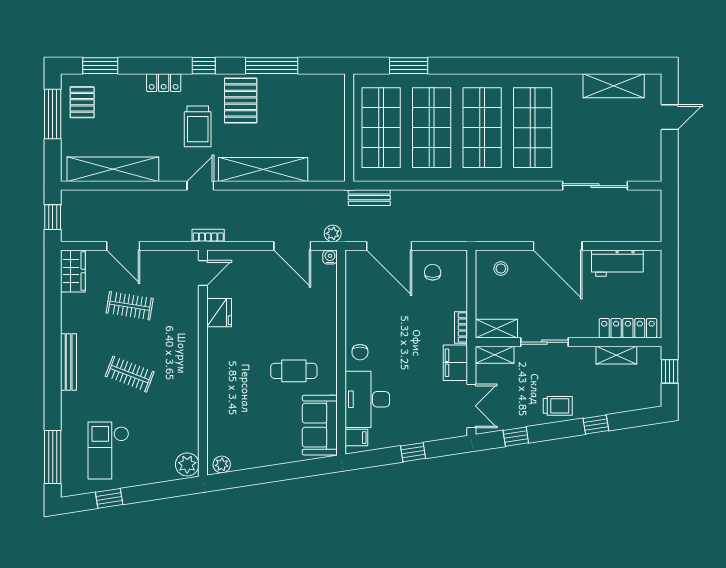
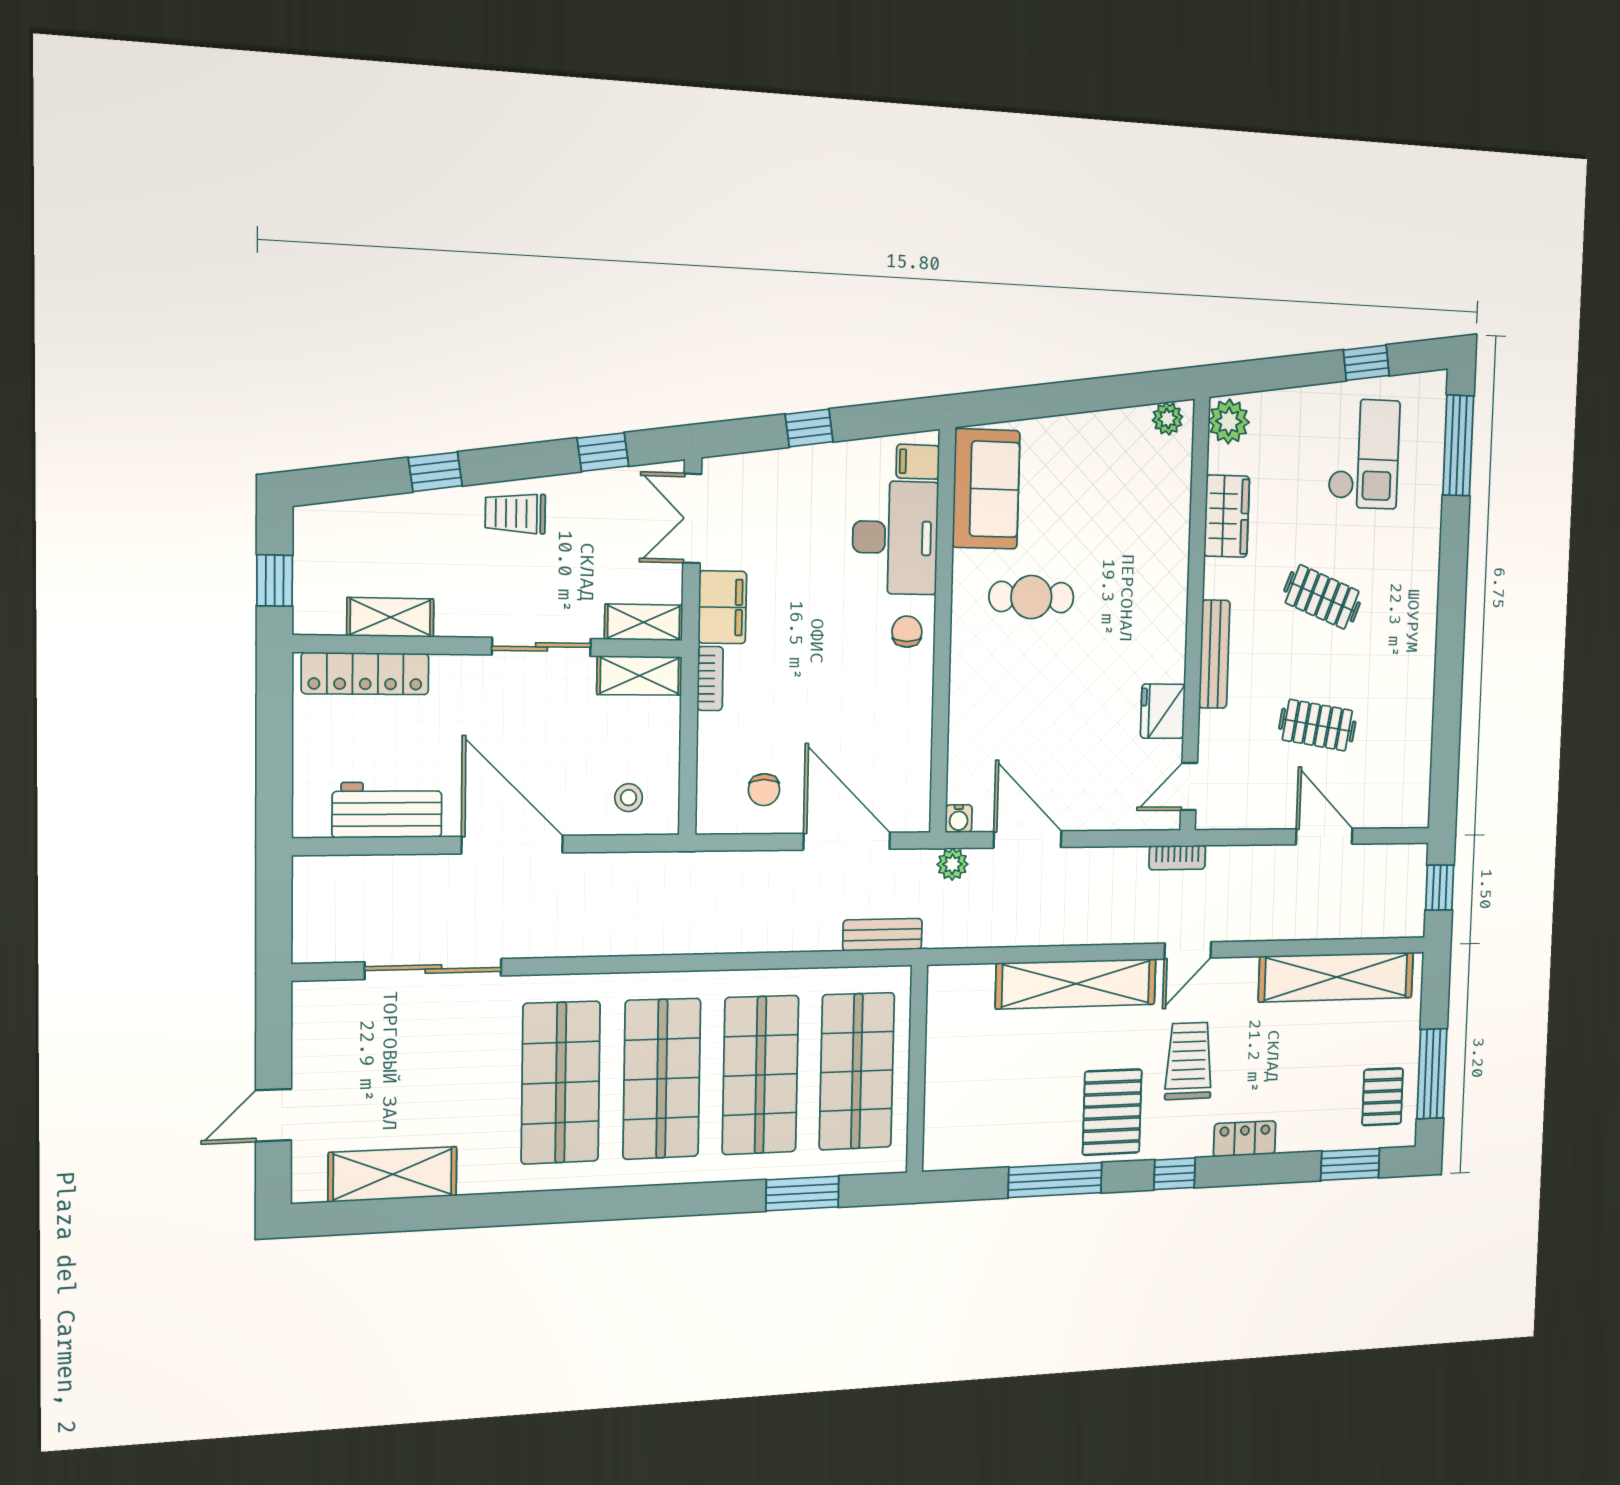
wardrobe: (73, 271) -> (1227, 516), moved, turned 180
bench: (69, 362) -> (1214, 654), moved

